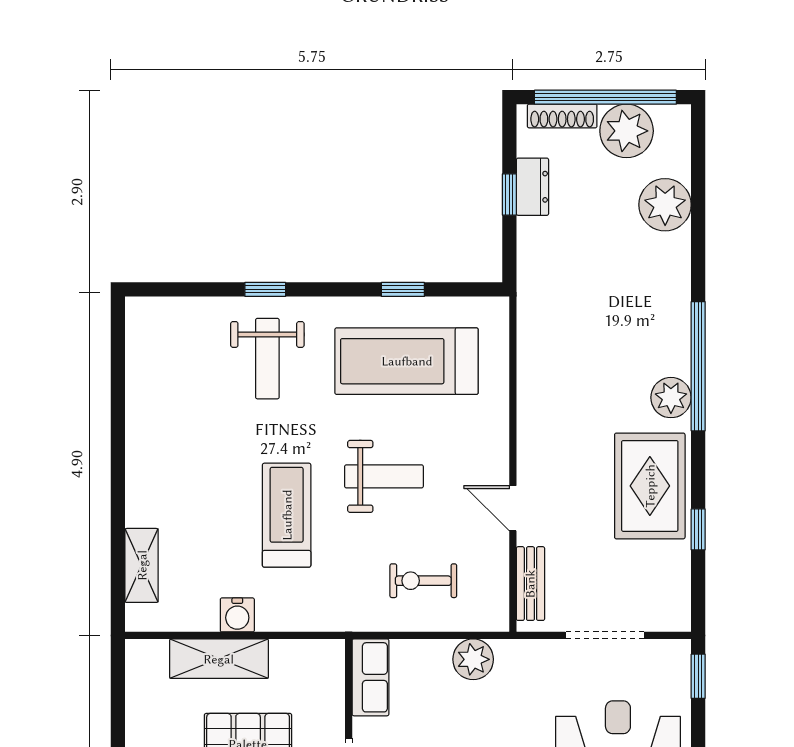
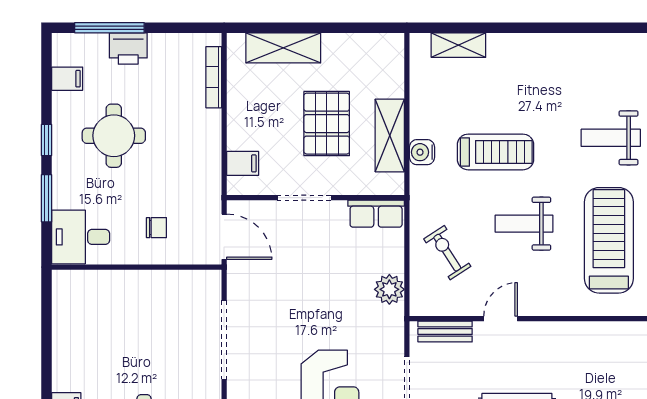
weight bench: (384, 476) -> (524, 224), turned 90
exercise bike: (423, 581) -> (447, 253), turned -33
water cooler: (237, 615) -> (422, 152), moved
shelving: (219, 659) -> (390, 135), moved

